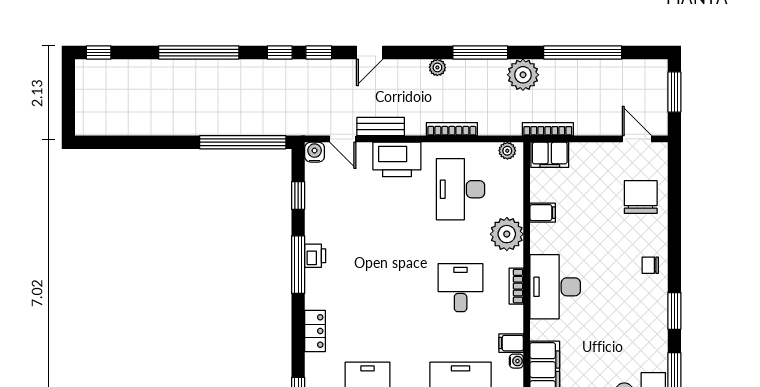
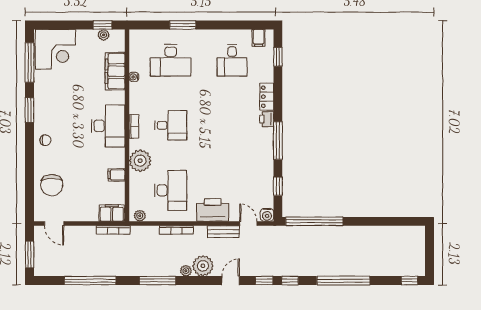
plant: (523, 75) -> (203, 266), moved
printer: (315, 256) -> (267, 119), moved
desk: (461, 288) -> (171, 125), turned -90
filing cabinet: (511, 343) -> (137, 89), removed

